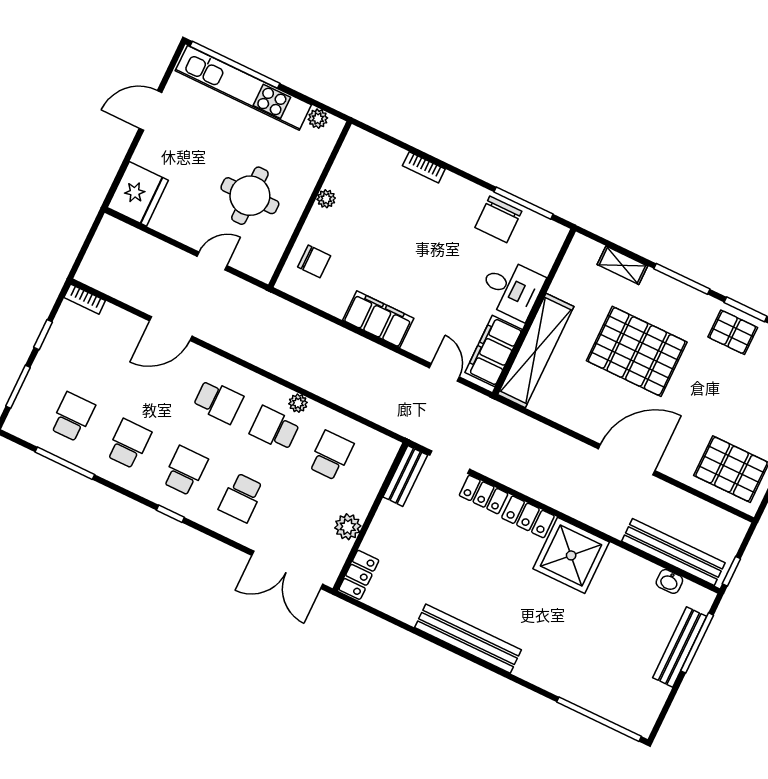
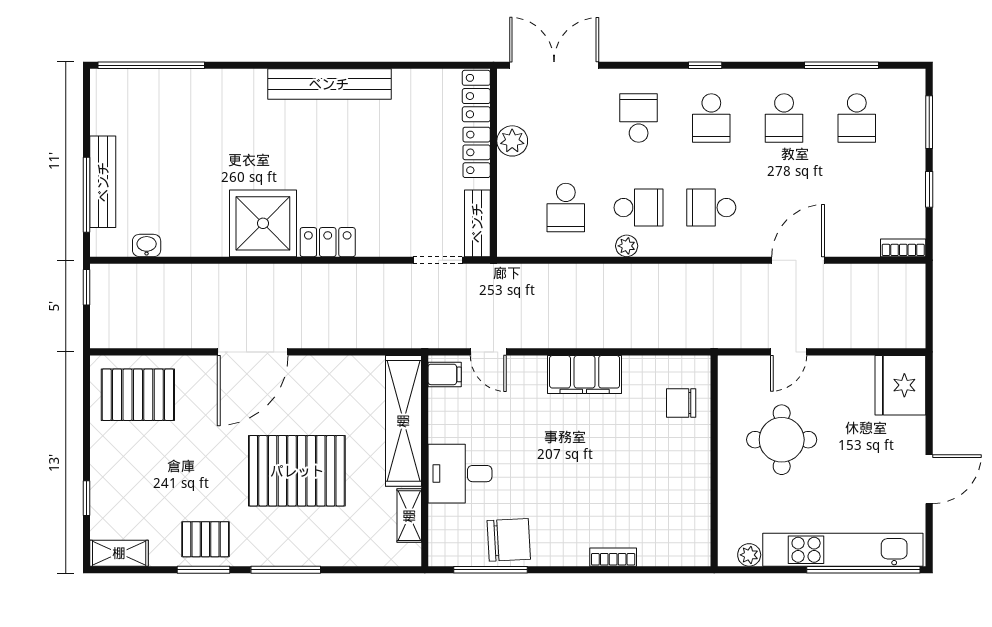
plant: (326, 199) -> (700, 475), removed
chair: (498, 219) -> (509, 540), turned 87
shelving: (622, 265) -> (409, 516), moved, turned 90
filing cabinet: (494, 351) -> (445, 374), width x0.33, depth x0.86
locker: (484, 495) -> (477, 152), moved, turned -90
bench: (673, 552) -> (157, 279), removed

